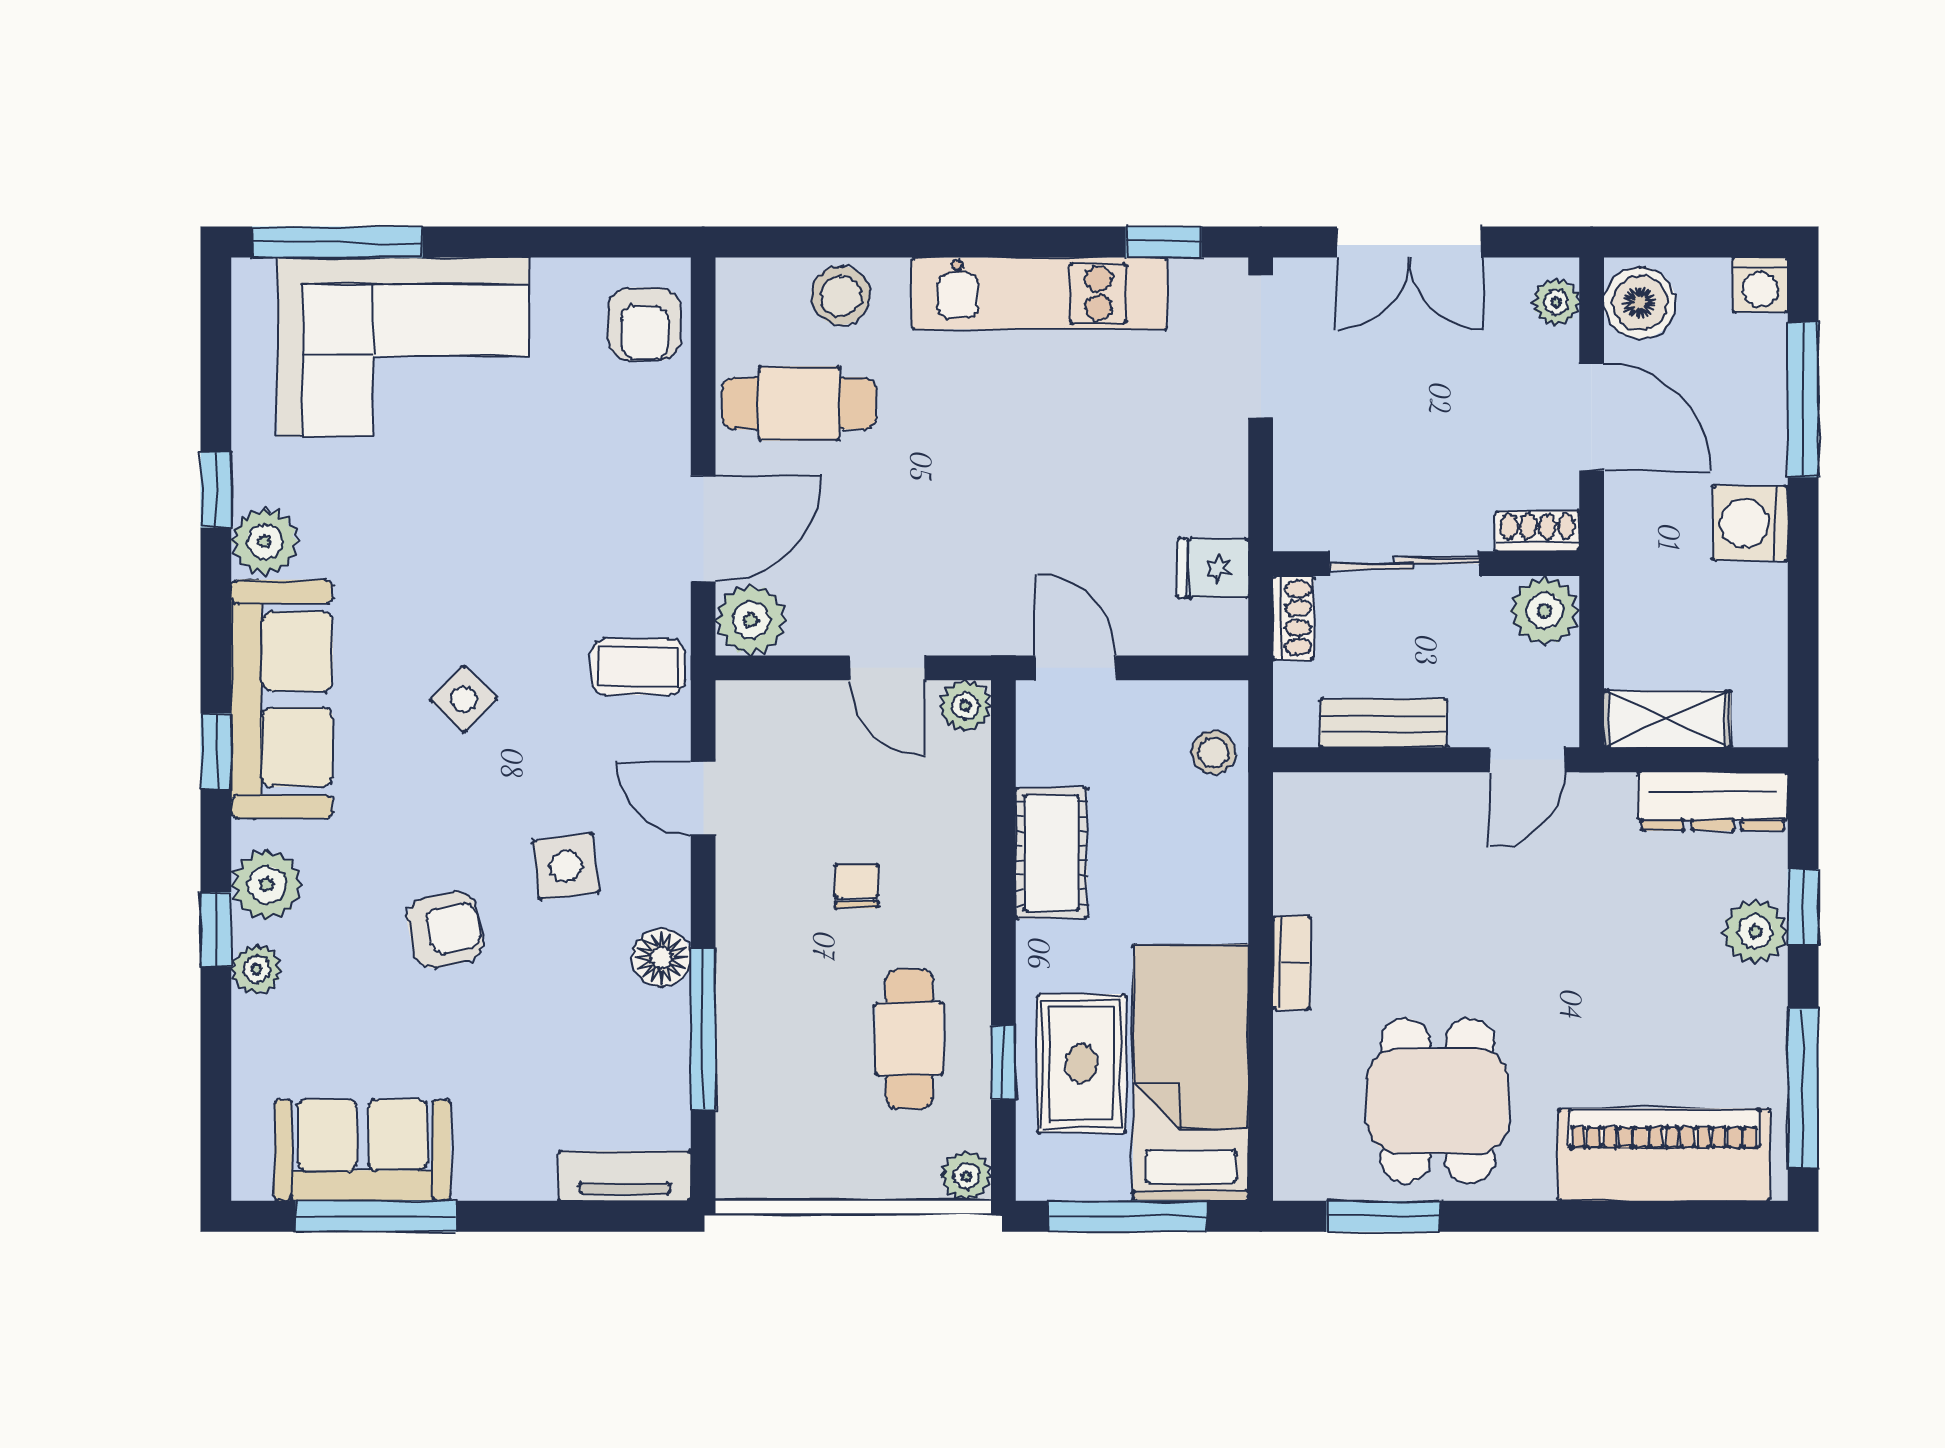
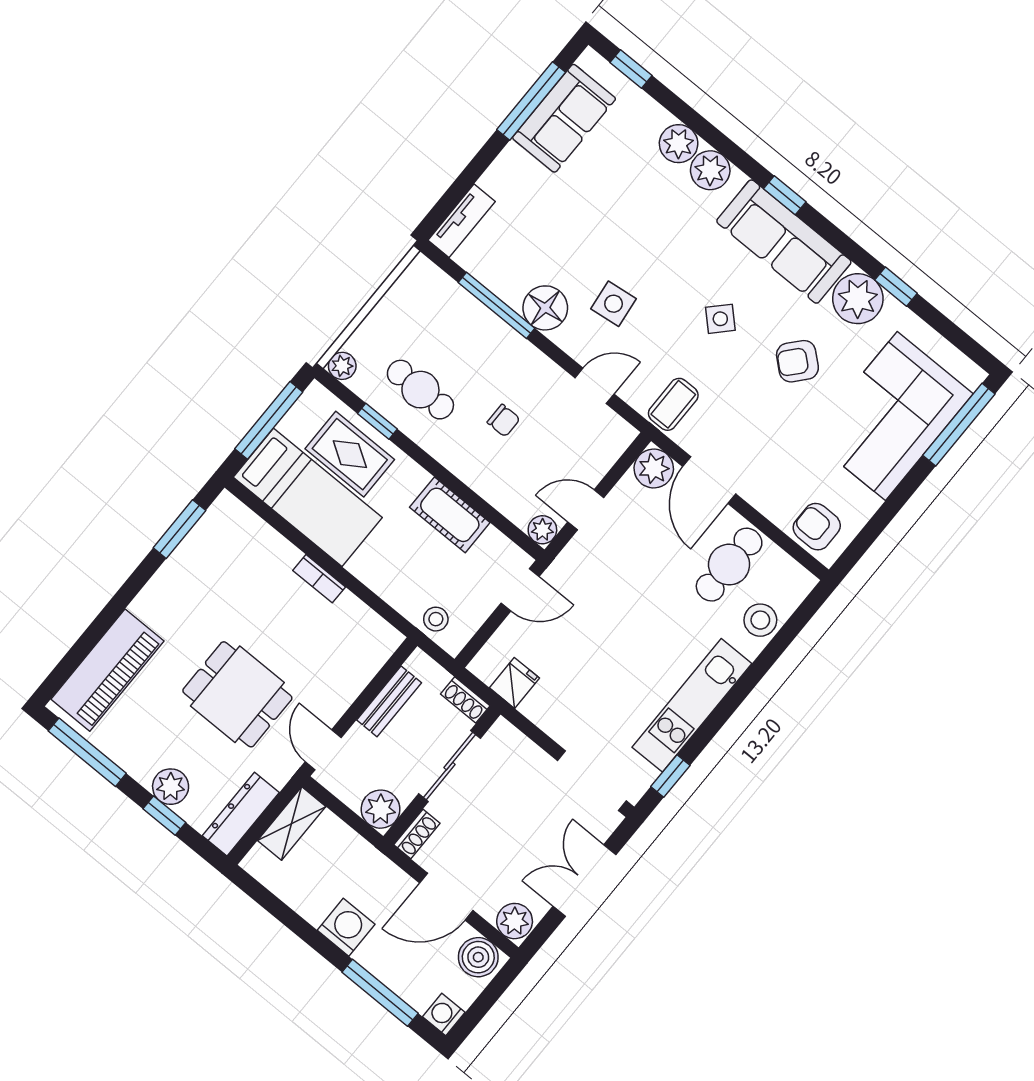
plant: (1556, 302) -> (515, 921), width x1.38, depth x1.38
plant: (265, 541) -> (858, 299), width x1.36, depth x1.36
window: (216, 929) -> (631, 69), moved
armchair: (445, 930) -> (797, 361), moved, turned 53
floor lamp: (662, 958) -> (545, 308), width x1.38, depth x1.38
plant: (256, 969) -> (679, 144), width x1.38, depth x1.38
dining table: (1438, 1101) -> (237, 694), moved

